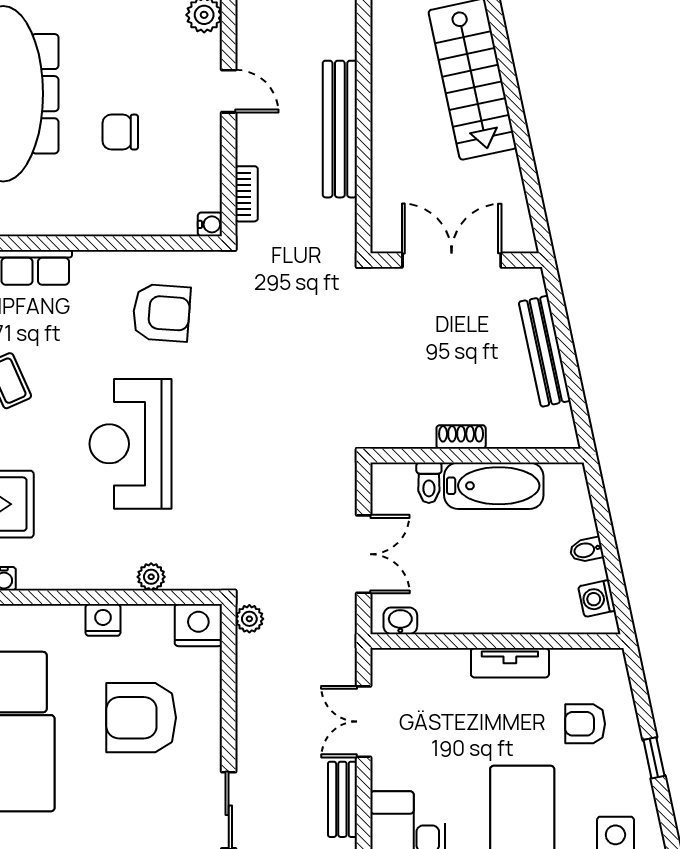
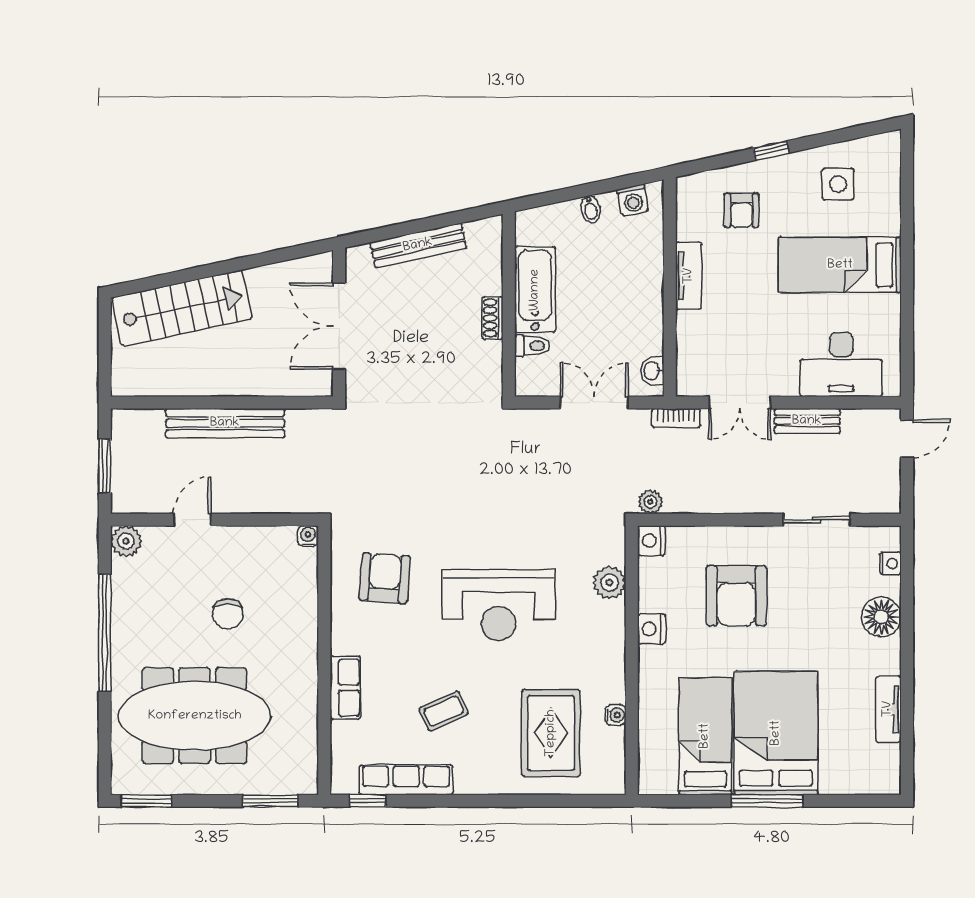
bookcase: (247, 194) -> (676, 418), moved, turned 180
plant: (151, 577) -> (609, 583), width x1.38, depth x1.38
nightstand: (198, 625) -> (651, 541), width x0.74, depth x0.75

